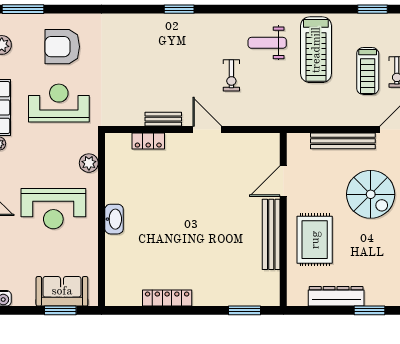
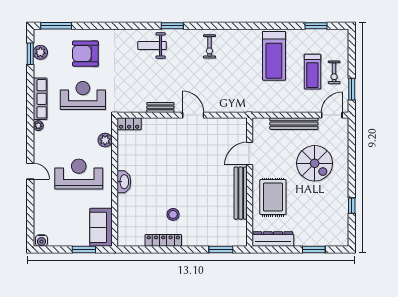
weight bench: (267, 43) -> (152, 45), moved
exercise bike: (231, 75) -> (210, 46), moved
locker: (148, 141) -> (129, 124), moved
reception desk: (53, 209) -> (79, 174), turned 180
stool: (180, 263) -> (173, 214), added
sofa: (62, 291) -> (101, 227), moved, turned -90
dresser: (336, 296) -> (273, 239), moved

